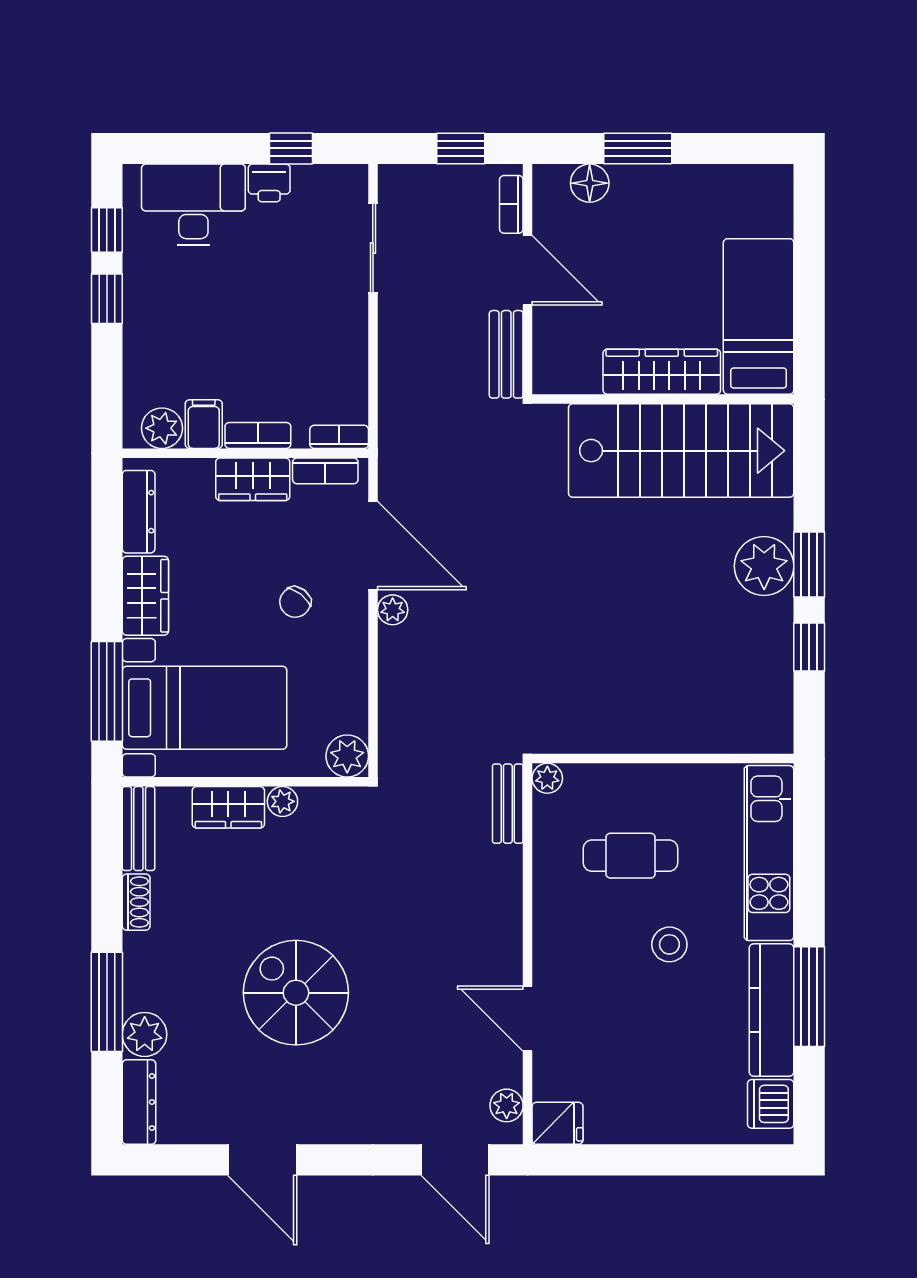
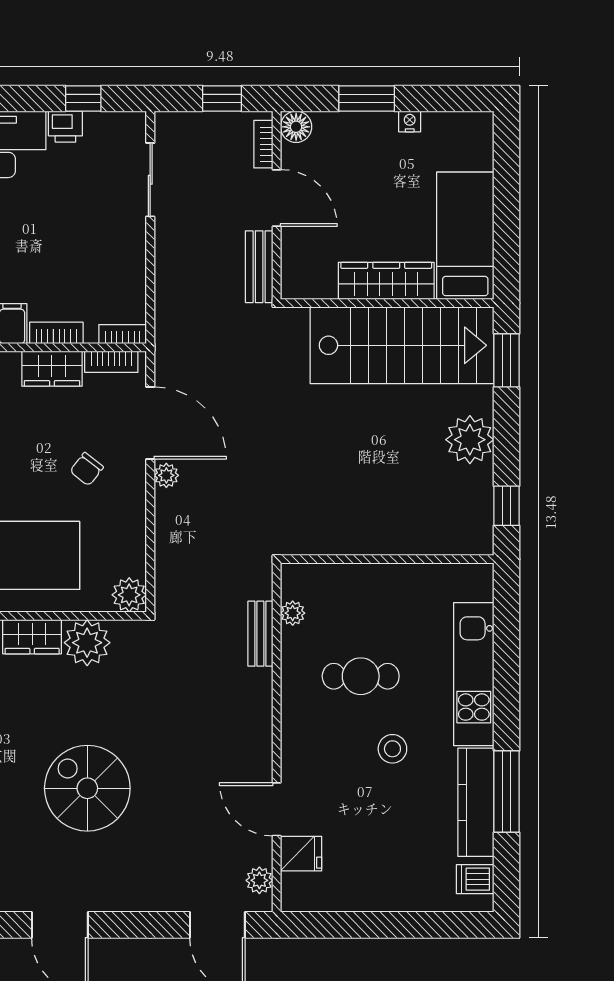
nightstand: (690, 177) -> (410, 121), added
floor lamp: (590, 183) -> (296, 127), moved
window: (809, 565) -> (507, 360), moved
wall: (663, 759) -> (387, 559), moved
plant: (282, 801) -> (87, 643), width x1.88, depth x1.88
dishwasher: (771, 1104) -> (475, 879), width x0.73
fridge: (558, 1123) -> (301, 854), moved

